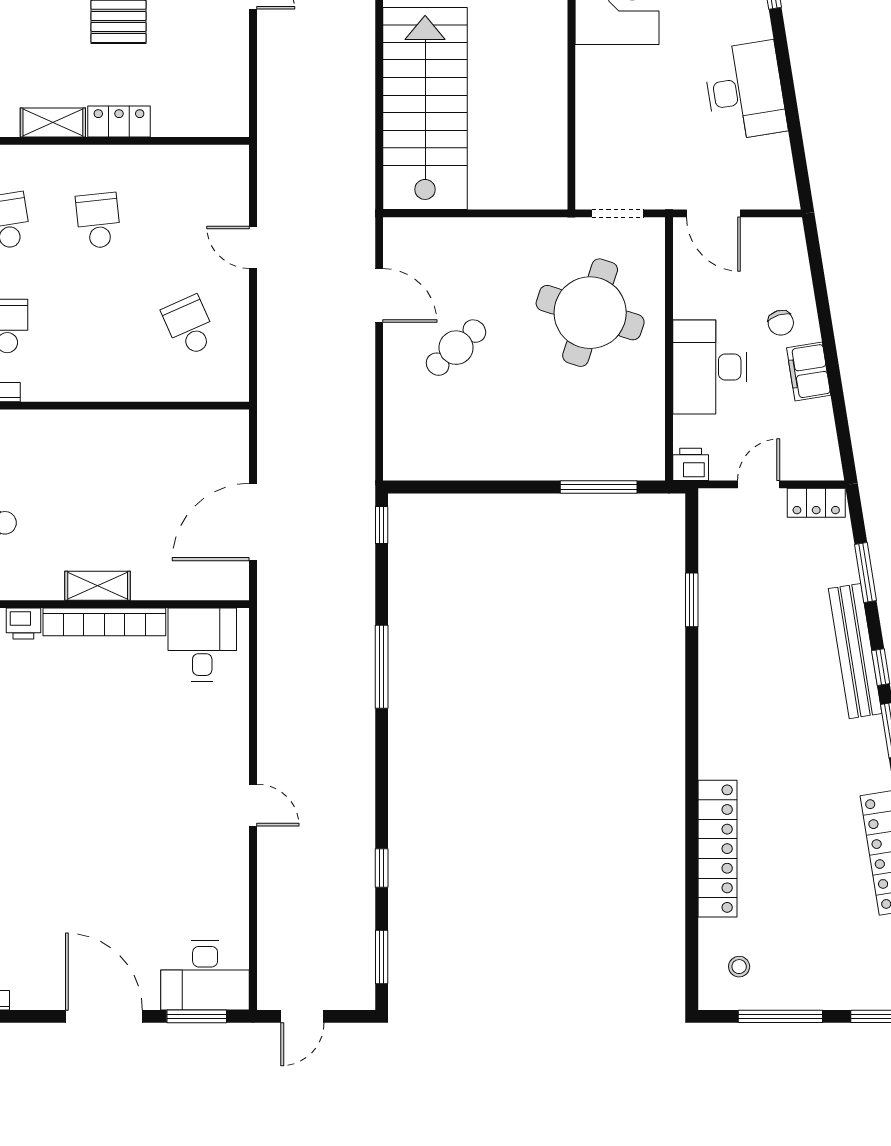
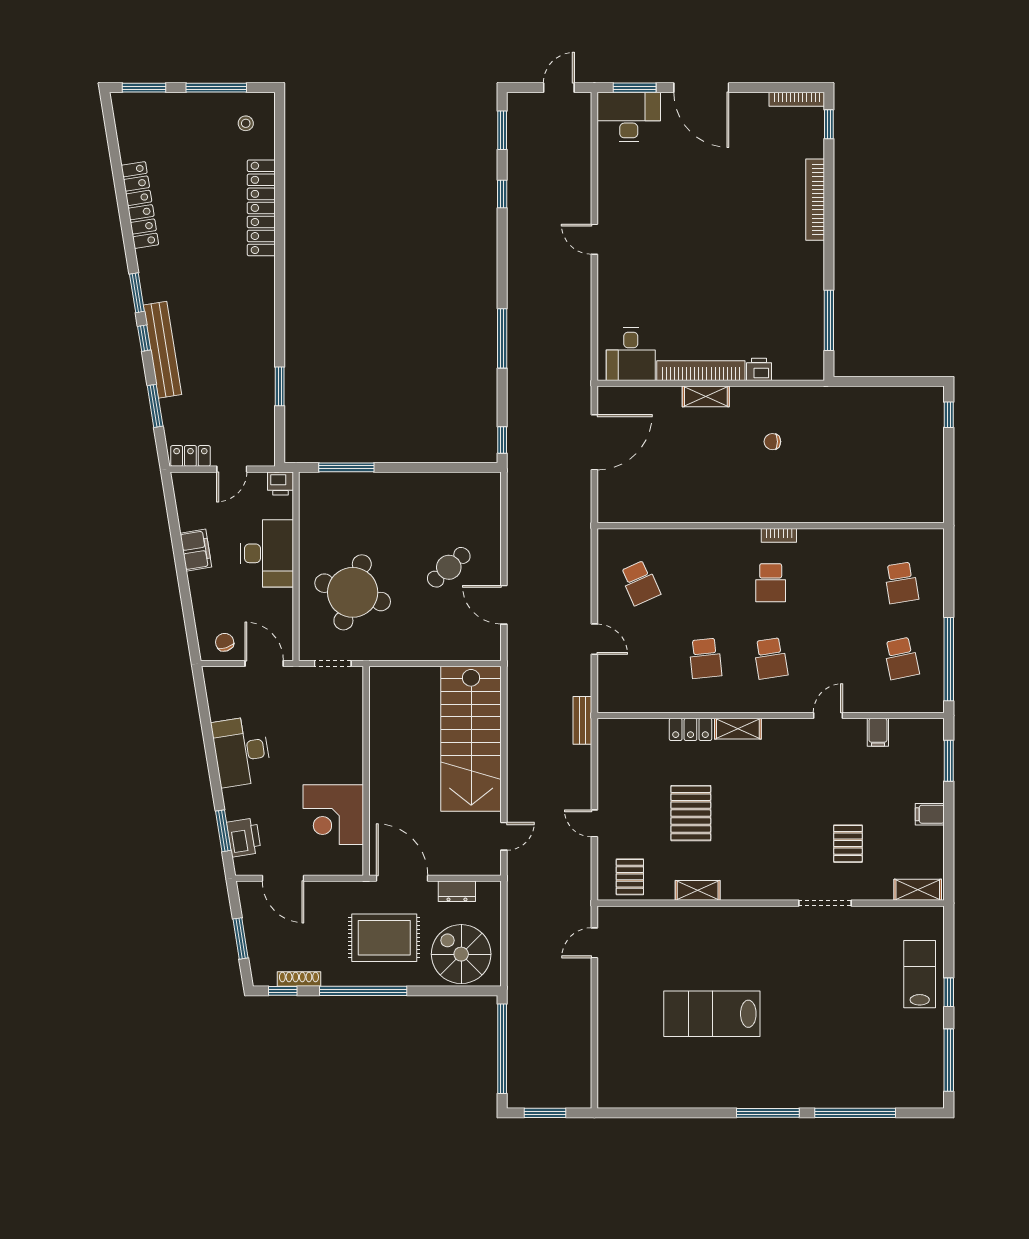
bench: (270, 134) -> (582, 720), added
chair: (781, 323) -> (225, 642), moved

